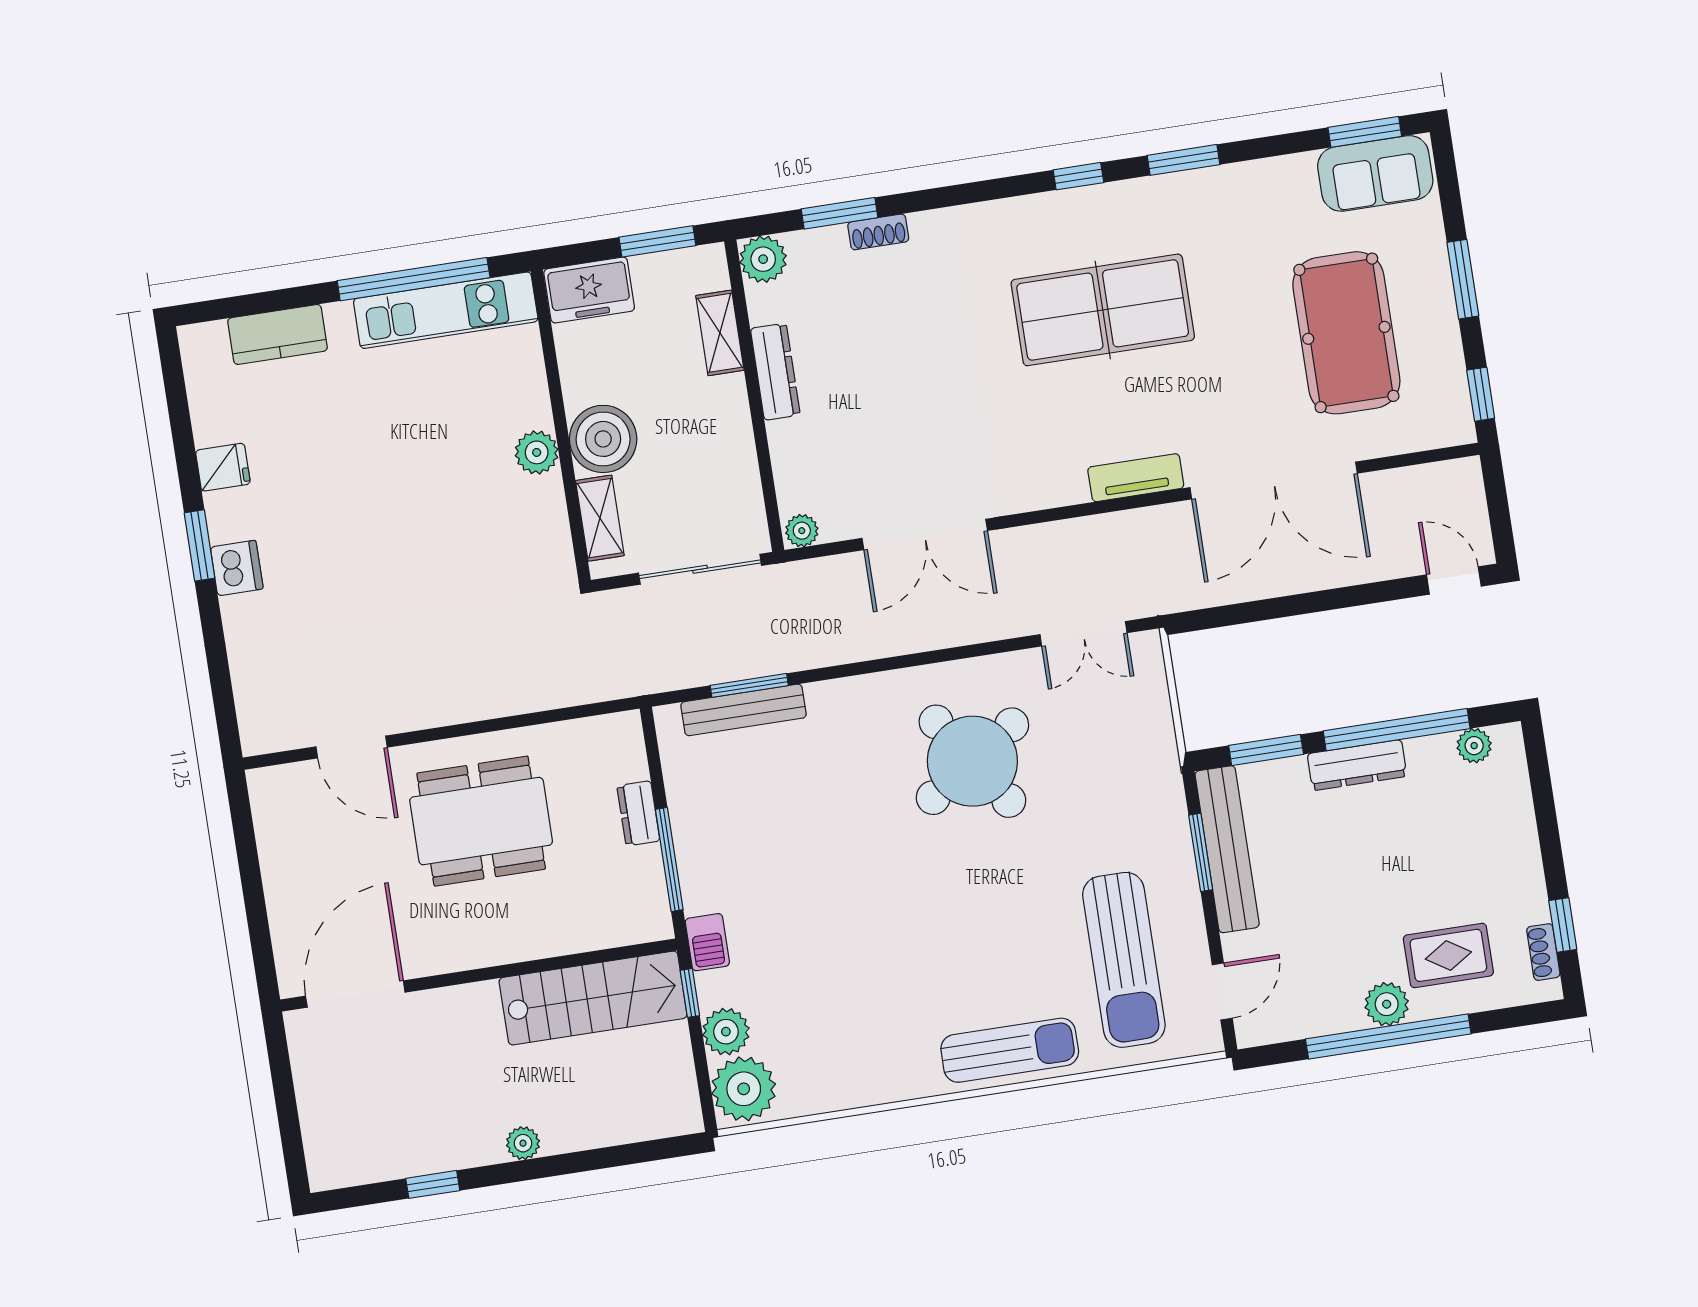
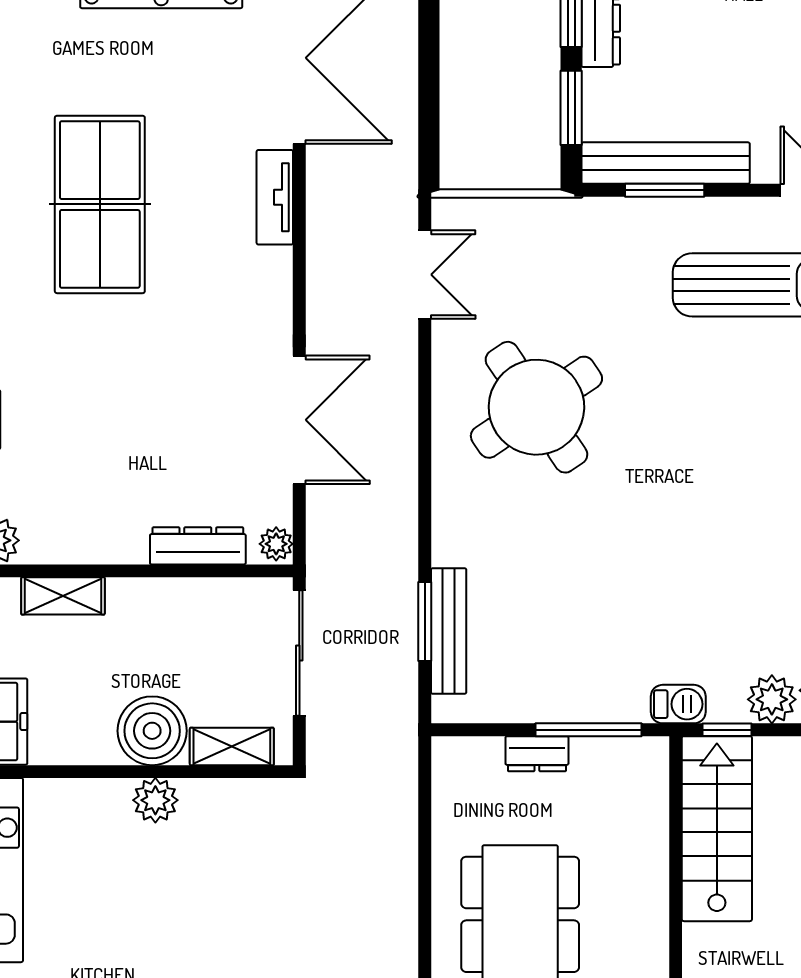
dresser: (775, 372) -> (198, 546), moved

